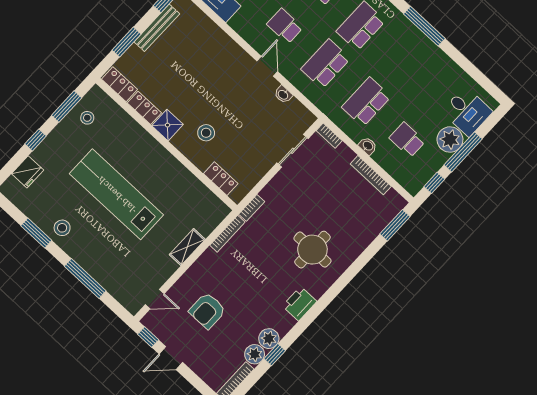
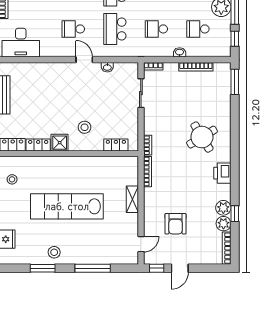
school desk: (366, 102) -> (156, 29), width x0.54
round table: (312, 250) -> (202, 137), turned -31

